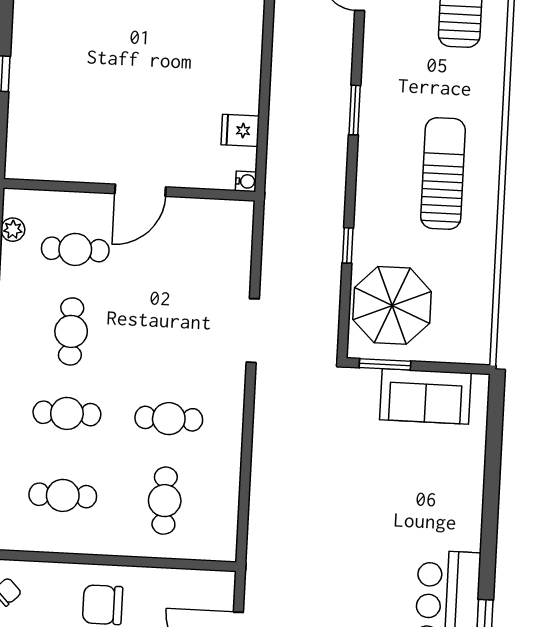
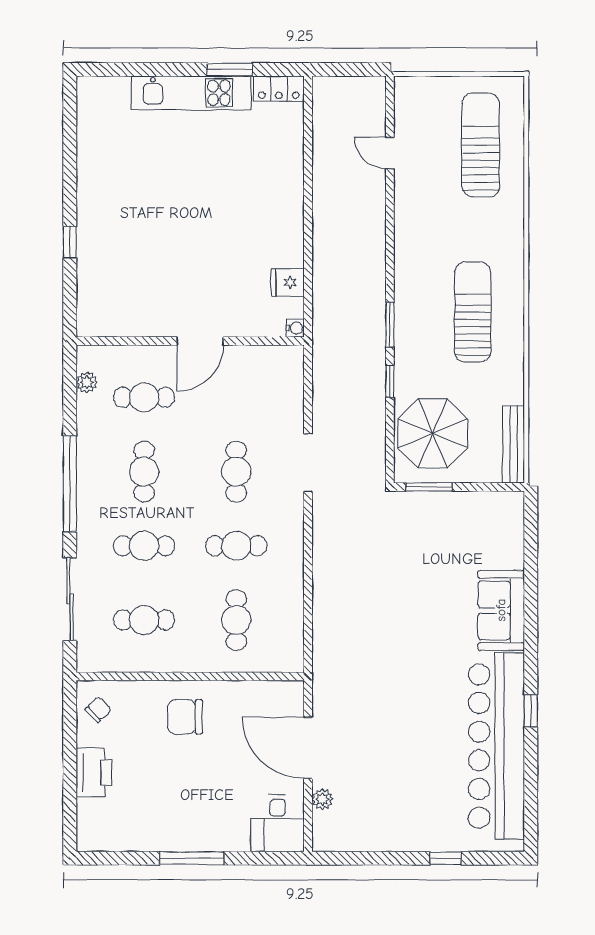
window: (355, 110) -> (390, 324), moved
bench: (481, 322) -> (513, 444), added
cafe table: (173, 337) -> (236, 472), added
sofa: (425, 396) -> (501, 610), moved, turned 90

